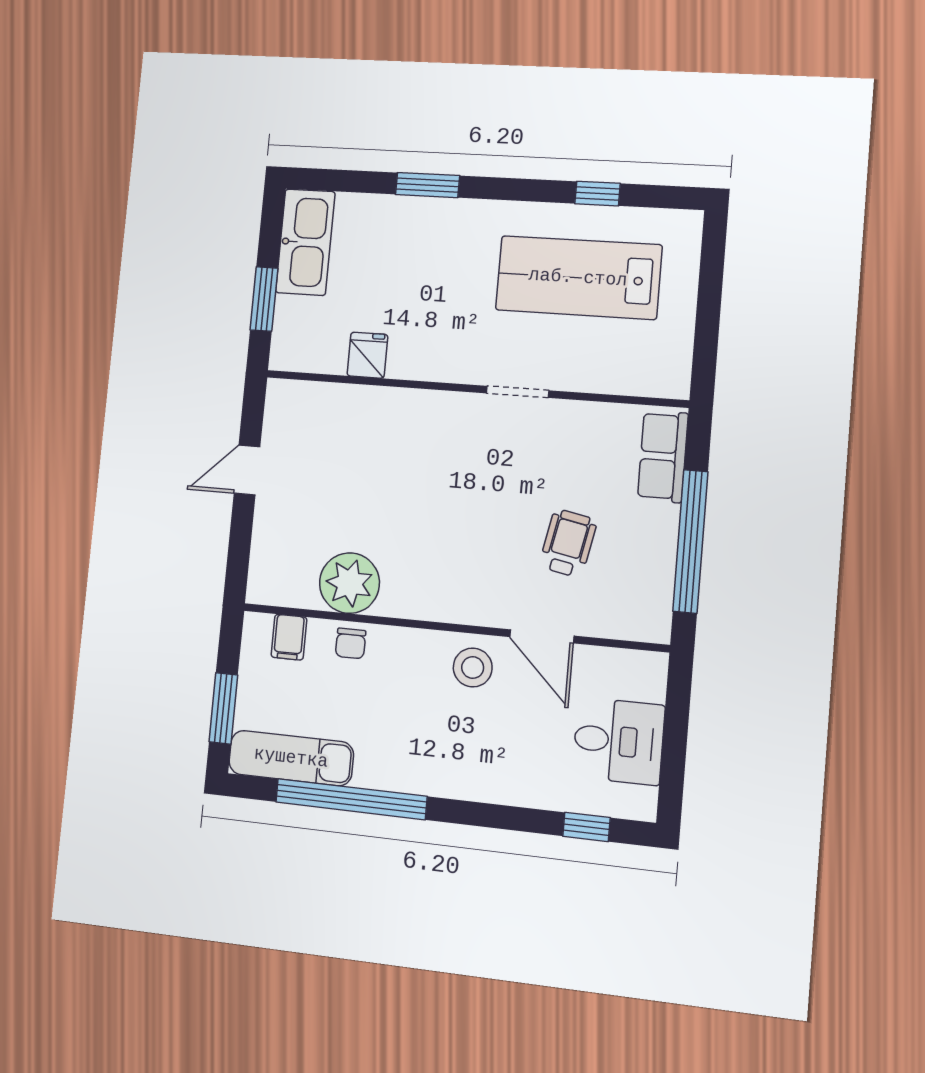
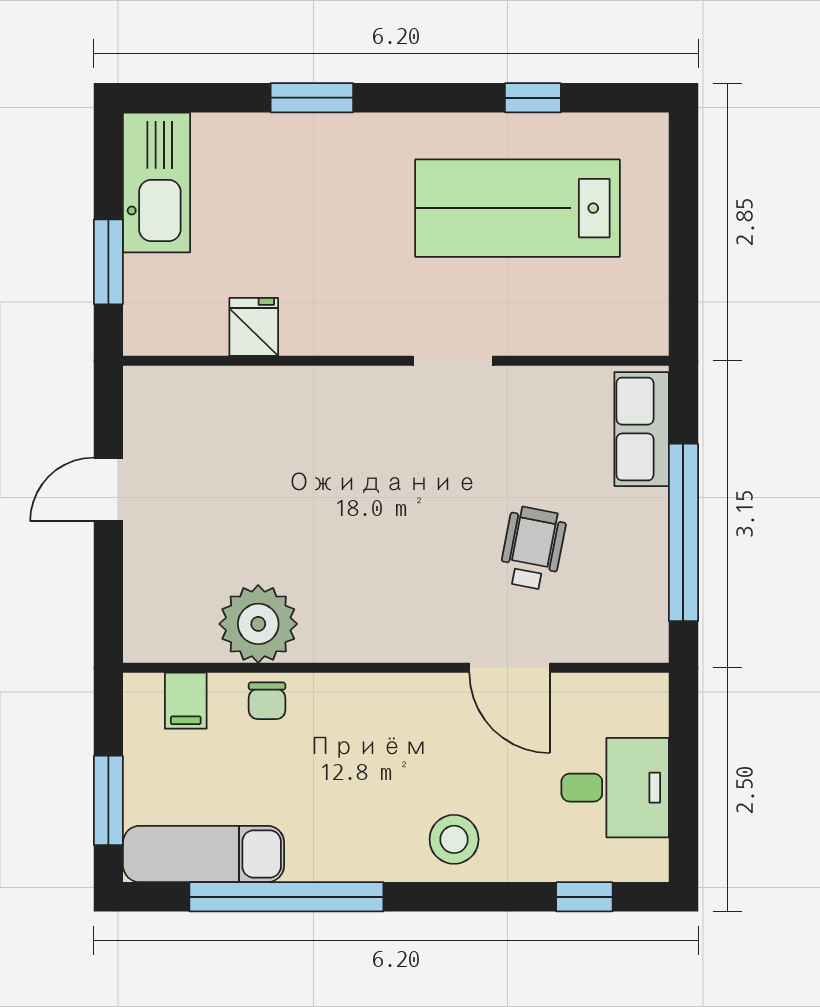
stool: (473, 667) -> (454, 839), moved

